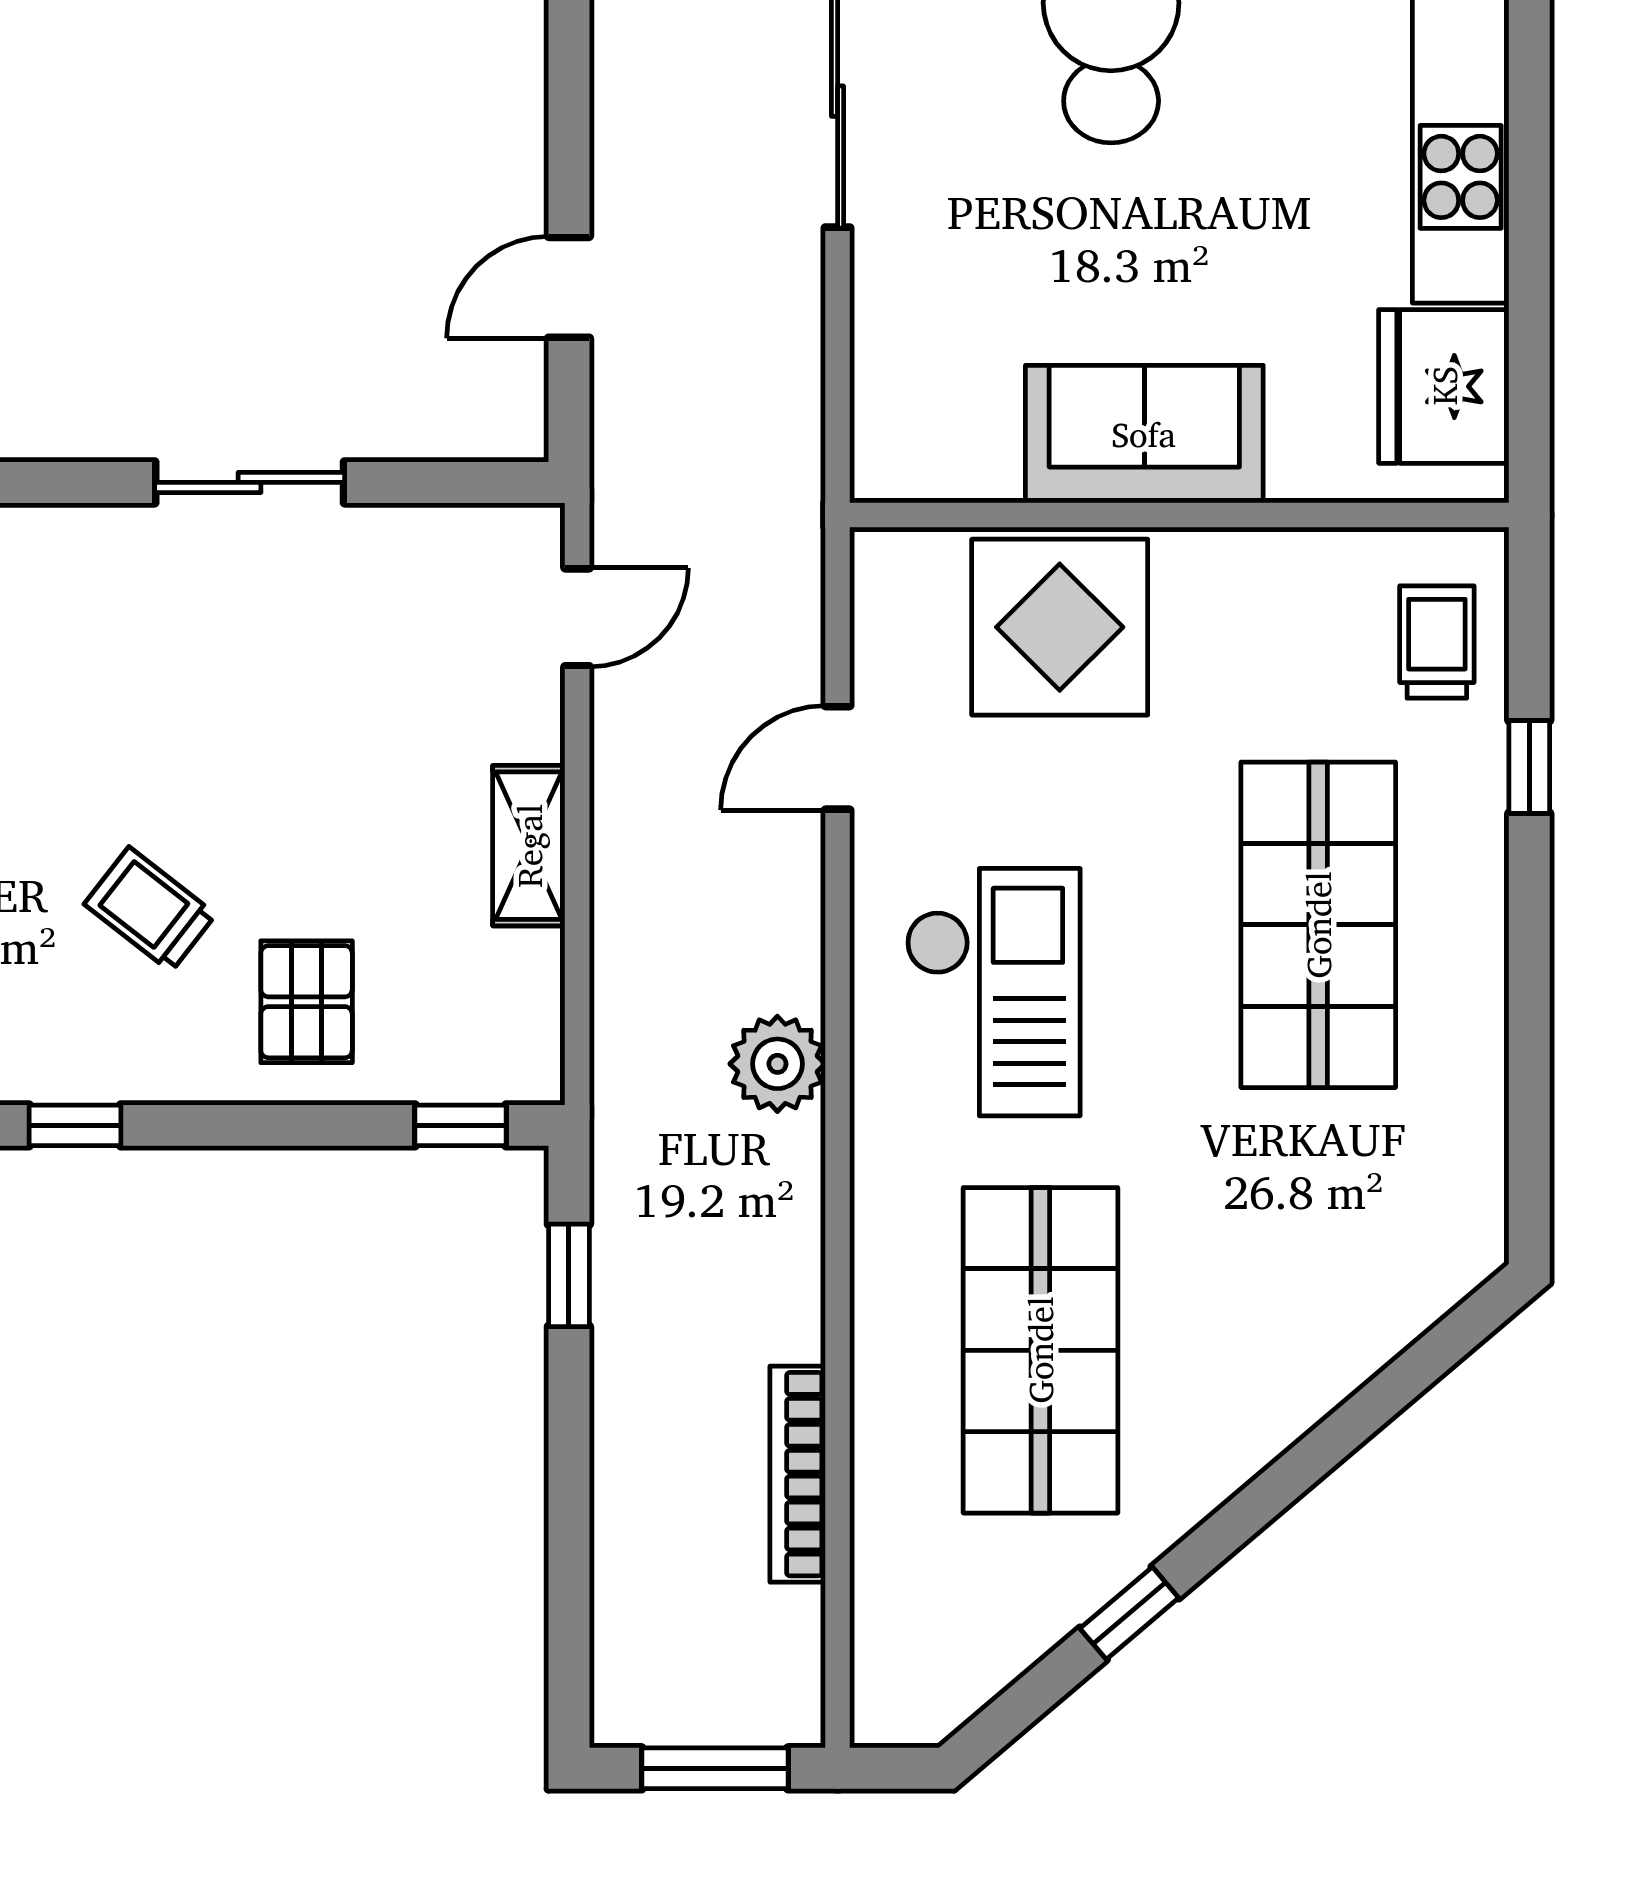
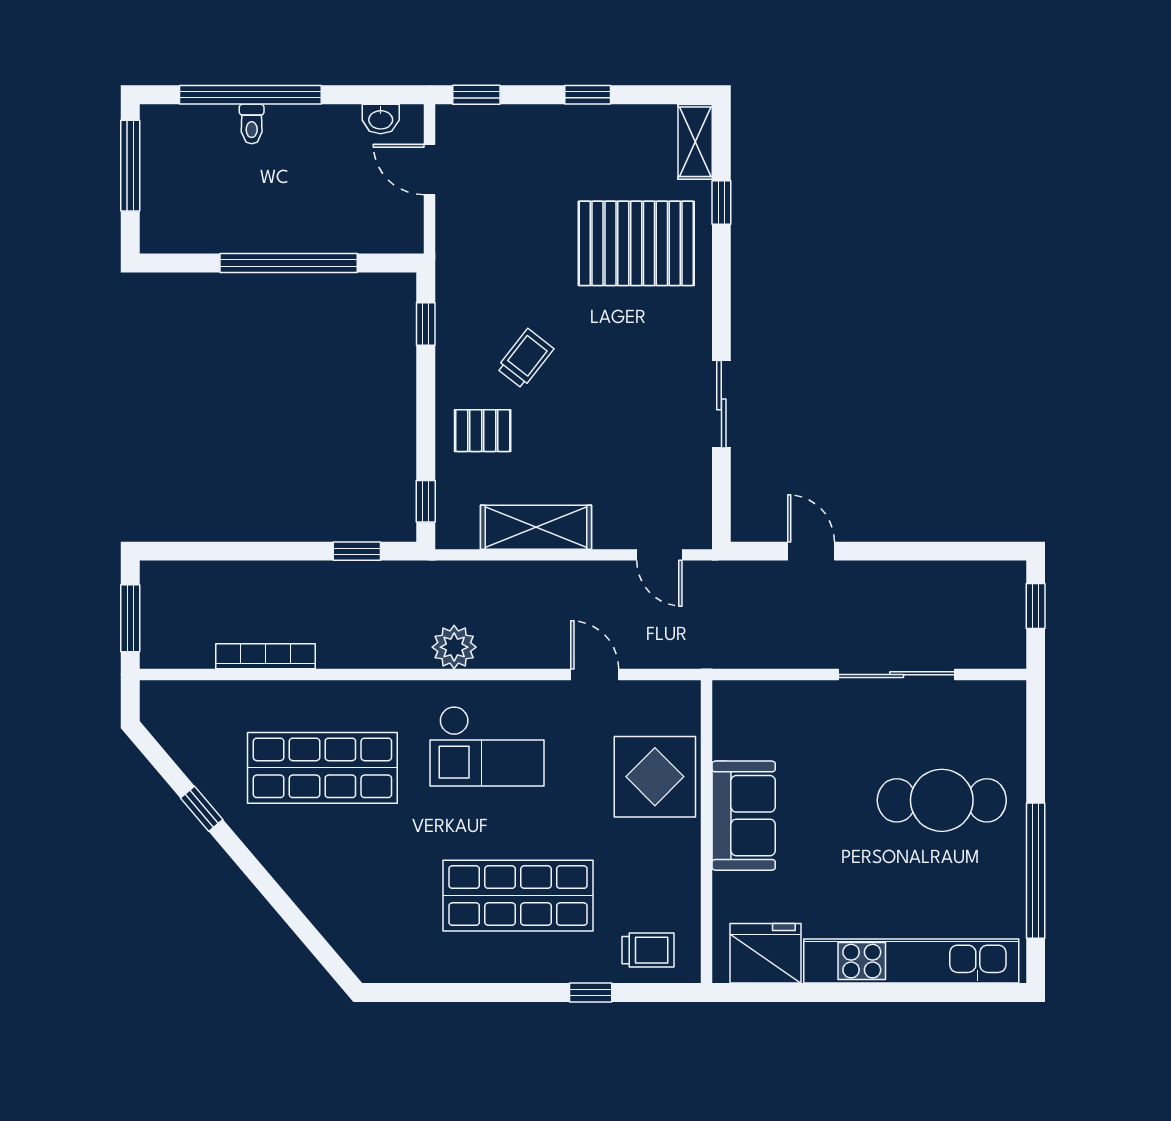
shelving: (529, 846) -> (536, 527), width x1.50, depth x1.33

